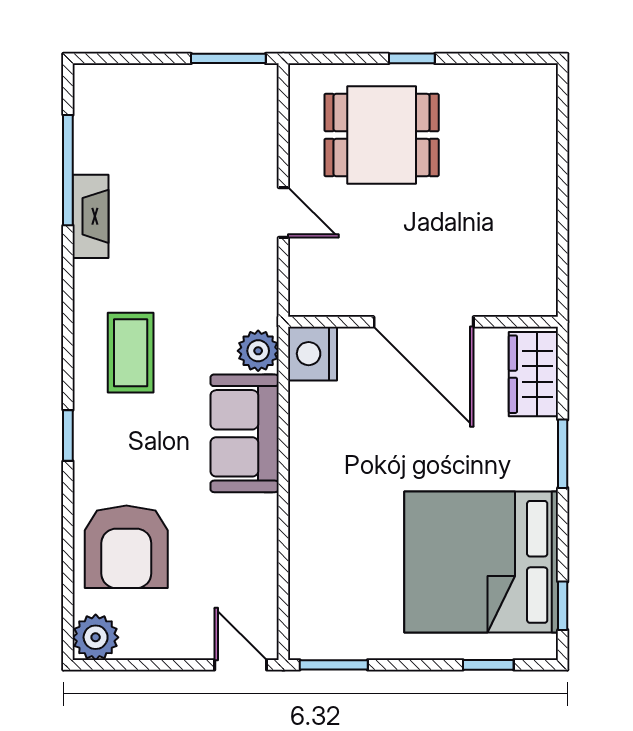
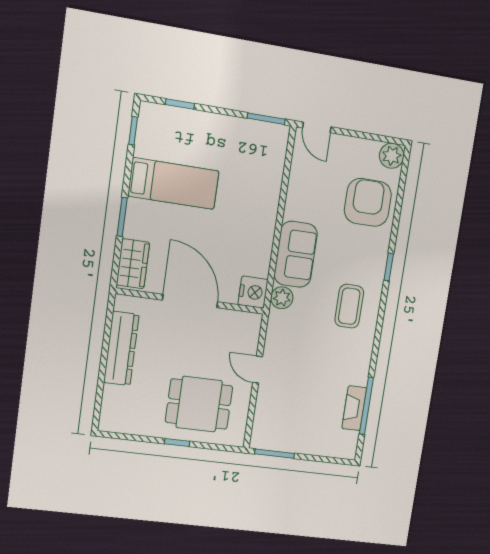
fireplace: (91, 216) -> (354, 408), moved
dresser: (534, 219) -> (121, 348), added
bed: (481, 562) -> (173, 183), width x0.49

